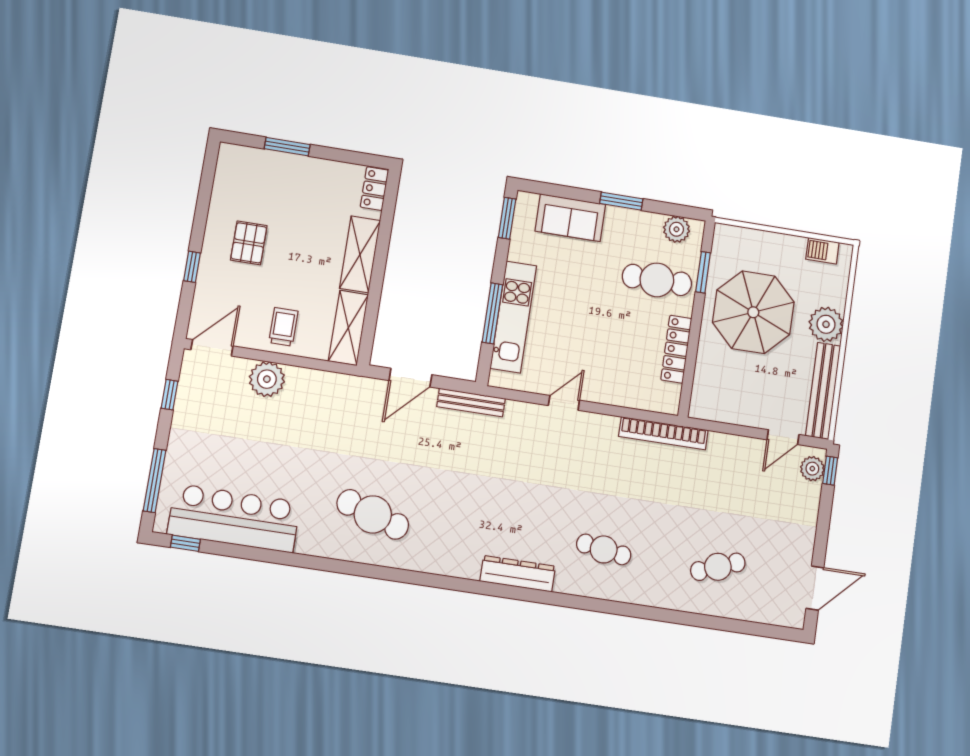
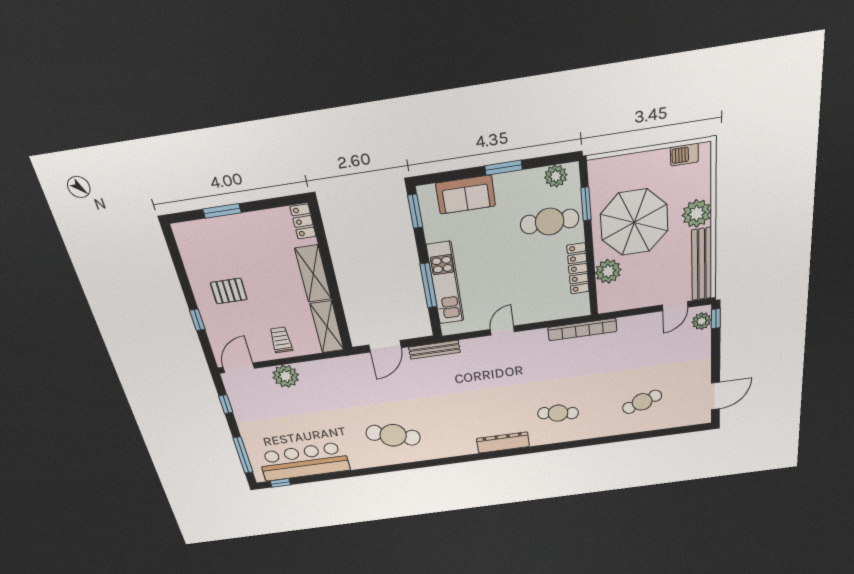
pallet: (249, 243) -> (229, 291), turned 90
plant: (711, 364) -> (608, 271), added

